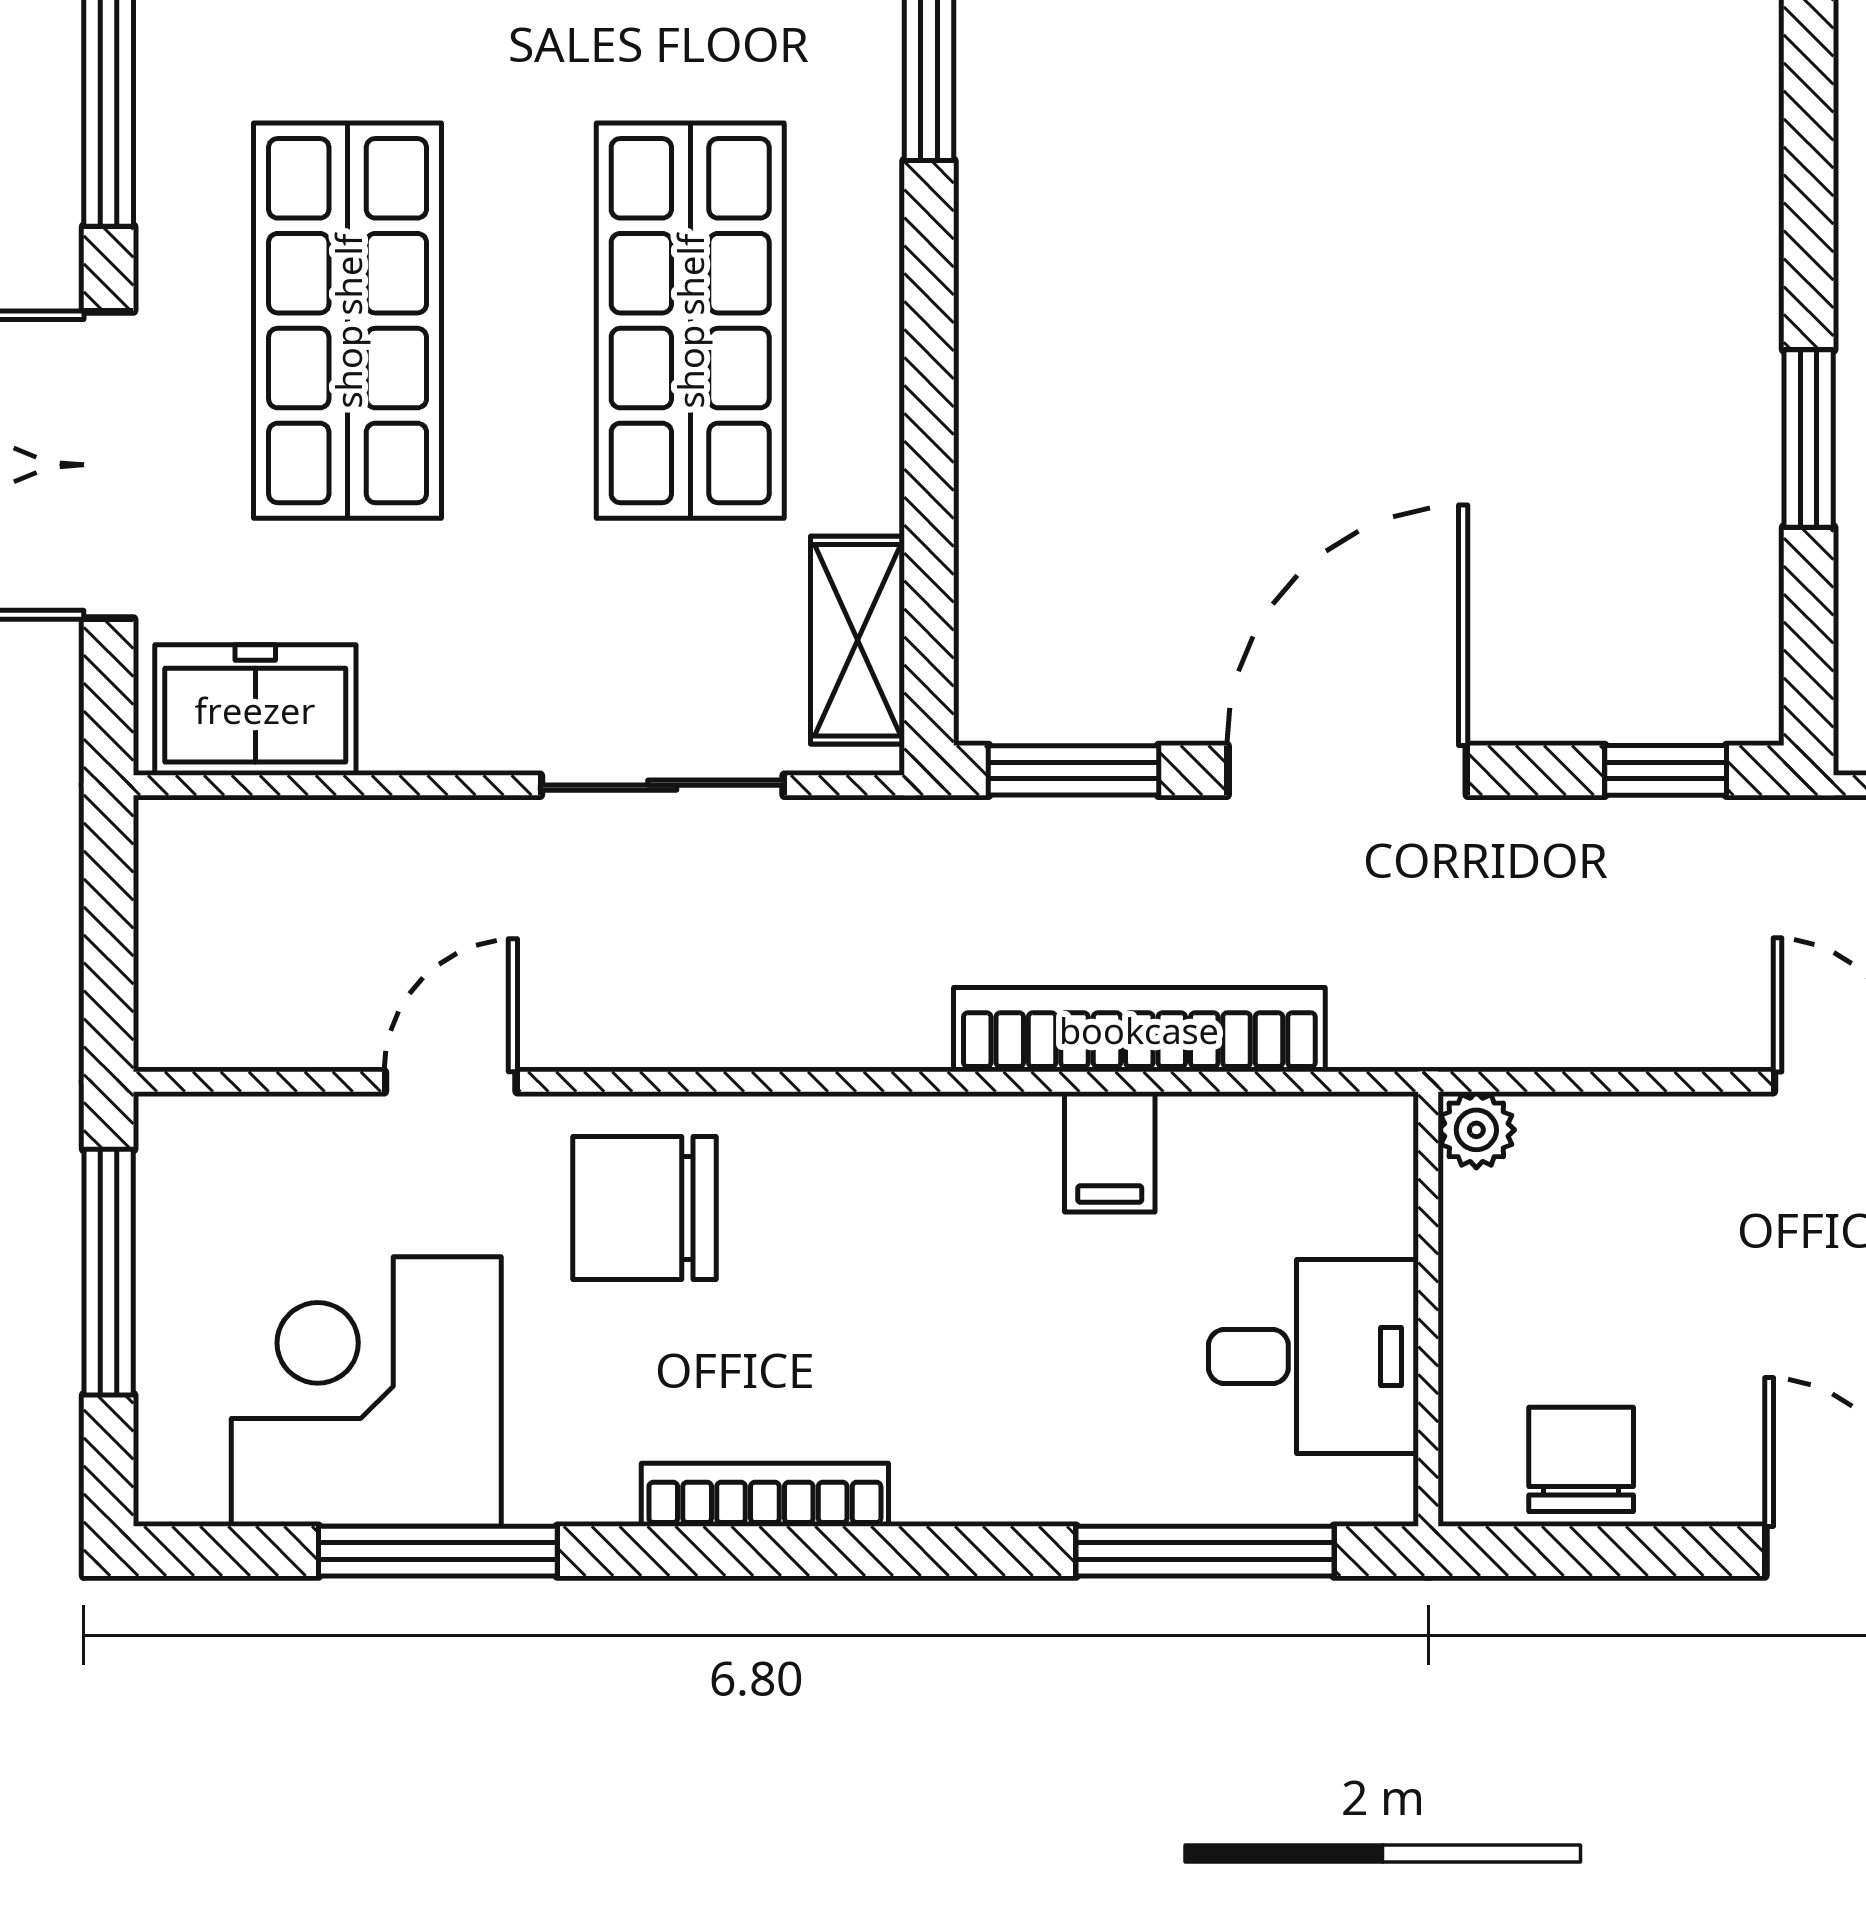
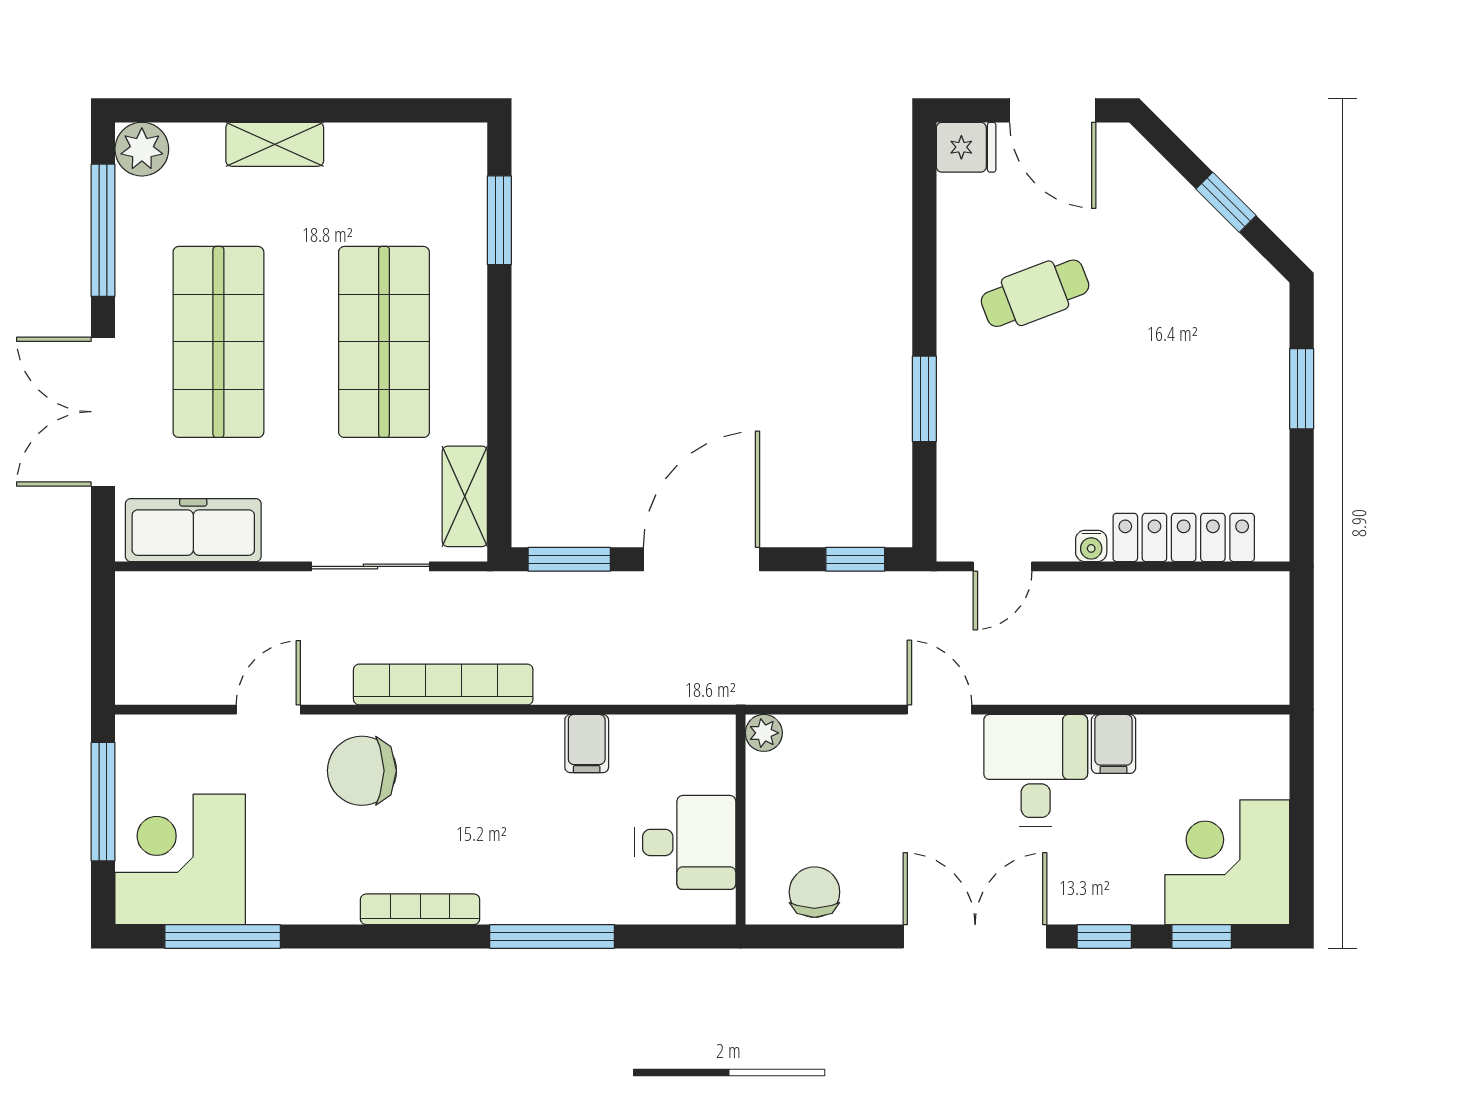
freezer: (255, 710) -> (193, 530), width x1.40
bookcase: (1139, 1030) -> (443, 685), moved
corner desk: (366, 1392) -> (180, 859), moved
window: (438, 1551) -> (223, 936), moved
window: (1205, 1551) -> (552, 936), moved

